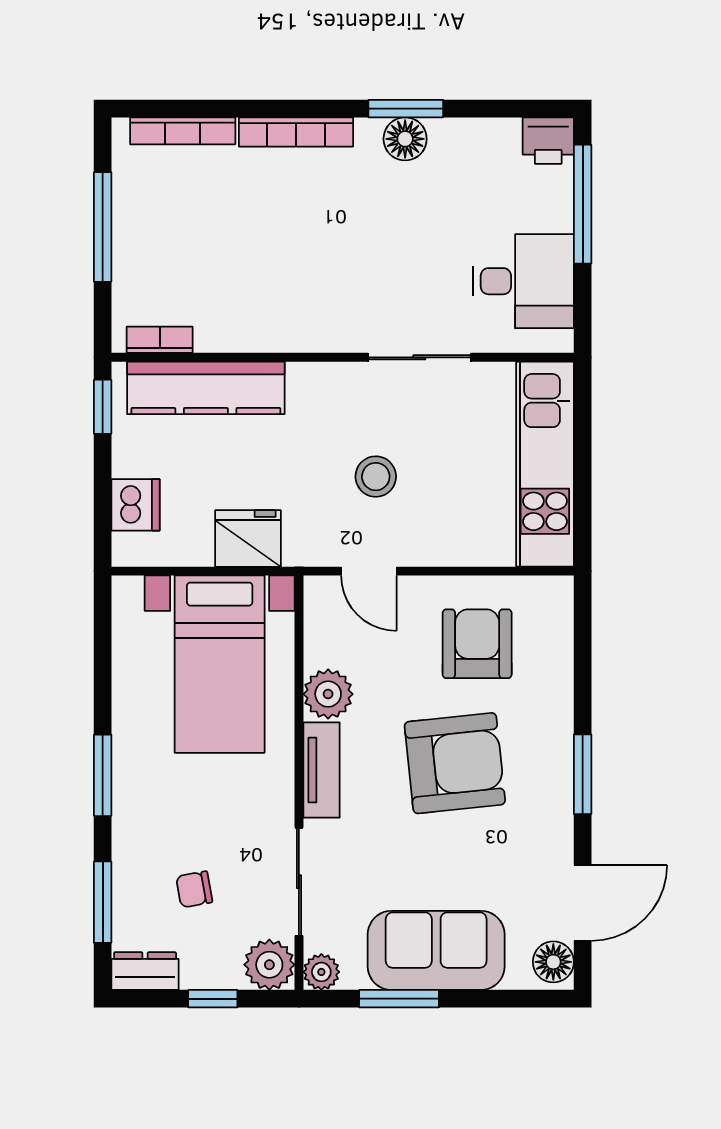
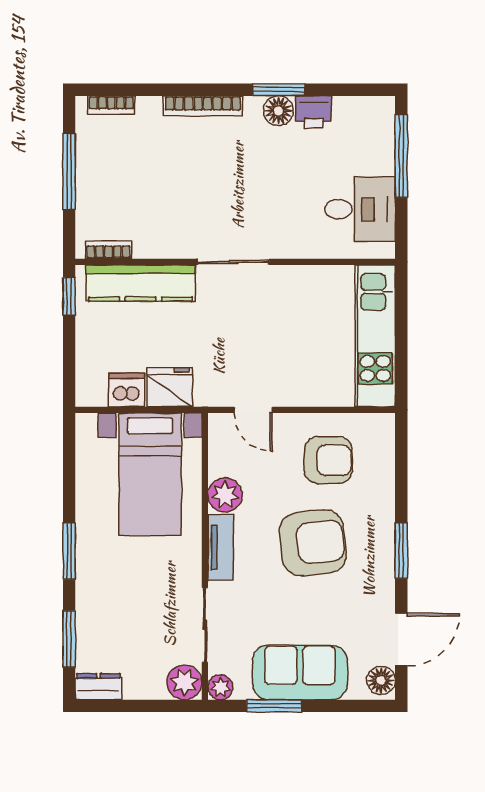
bookcase: (183, 131) -> (111, 105), width x0.64
printer: (548, 141) -> (313, 112), moved
sliding door: (419, 357) -> (233, 262), moved
stool: (376, 477) -> (258, 344), removed
dishwasher: (135, 505) -> (127, 390), moved, turned -90
armchair: (477, 644) -> (328, 460), turned 90
chair: (194, 889) -> (132, 630), removed
window: (213, 999) -> (145, 706), removed

